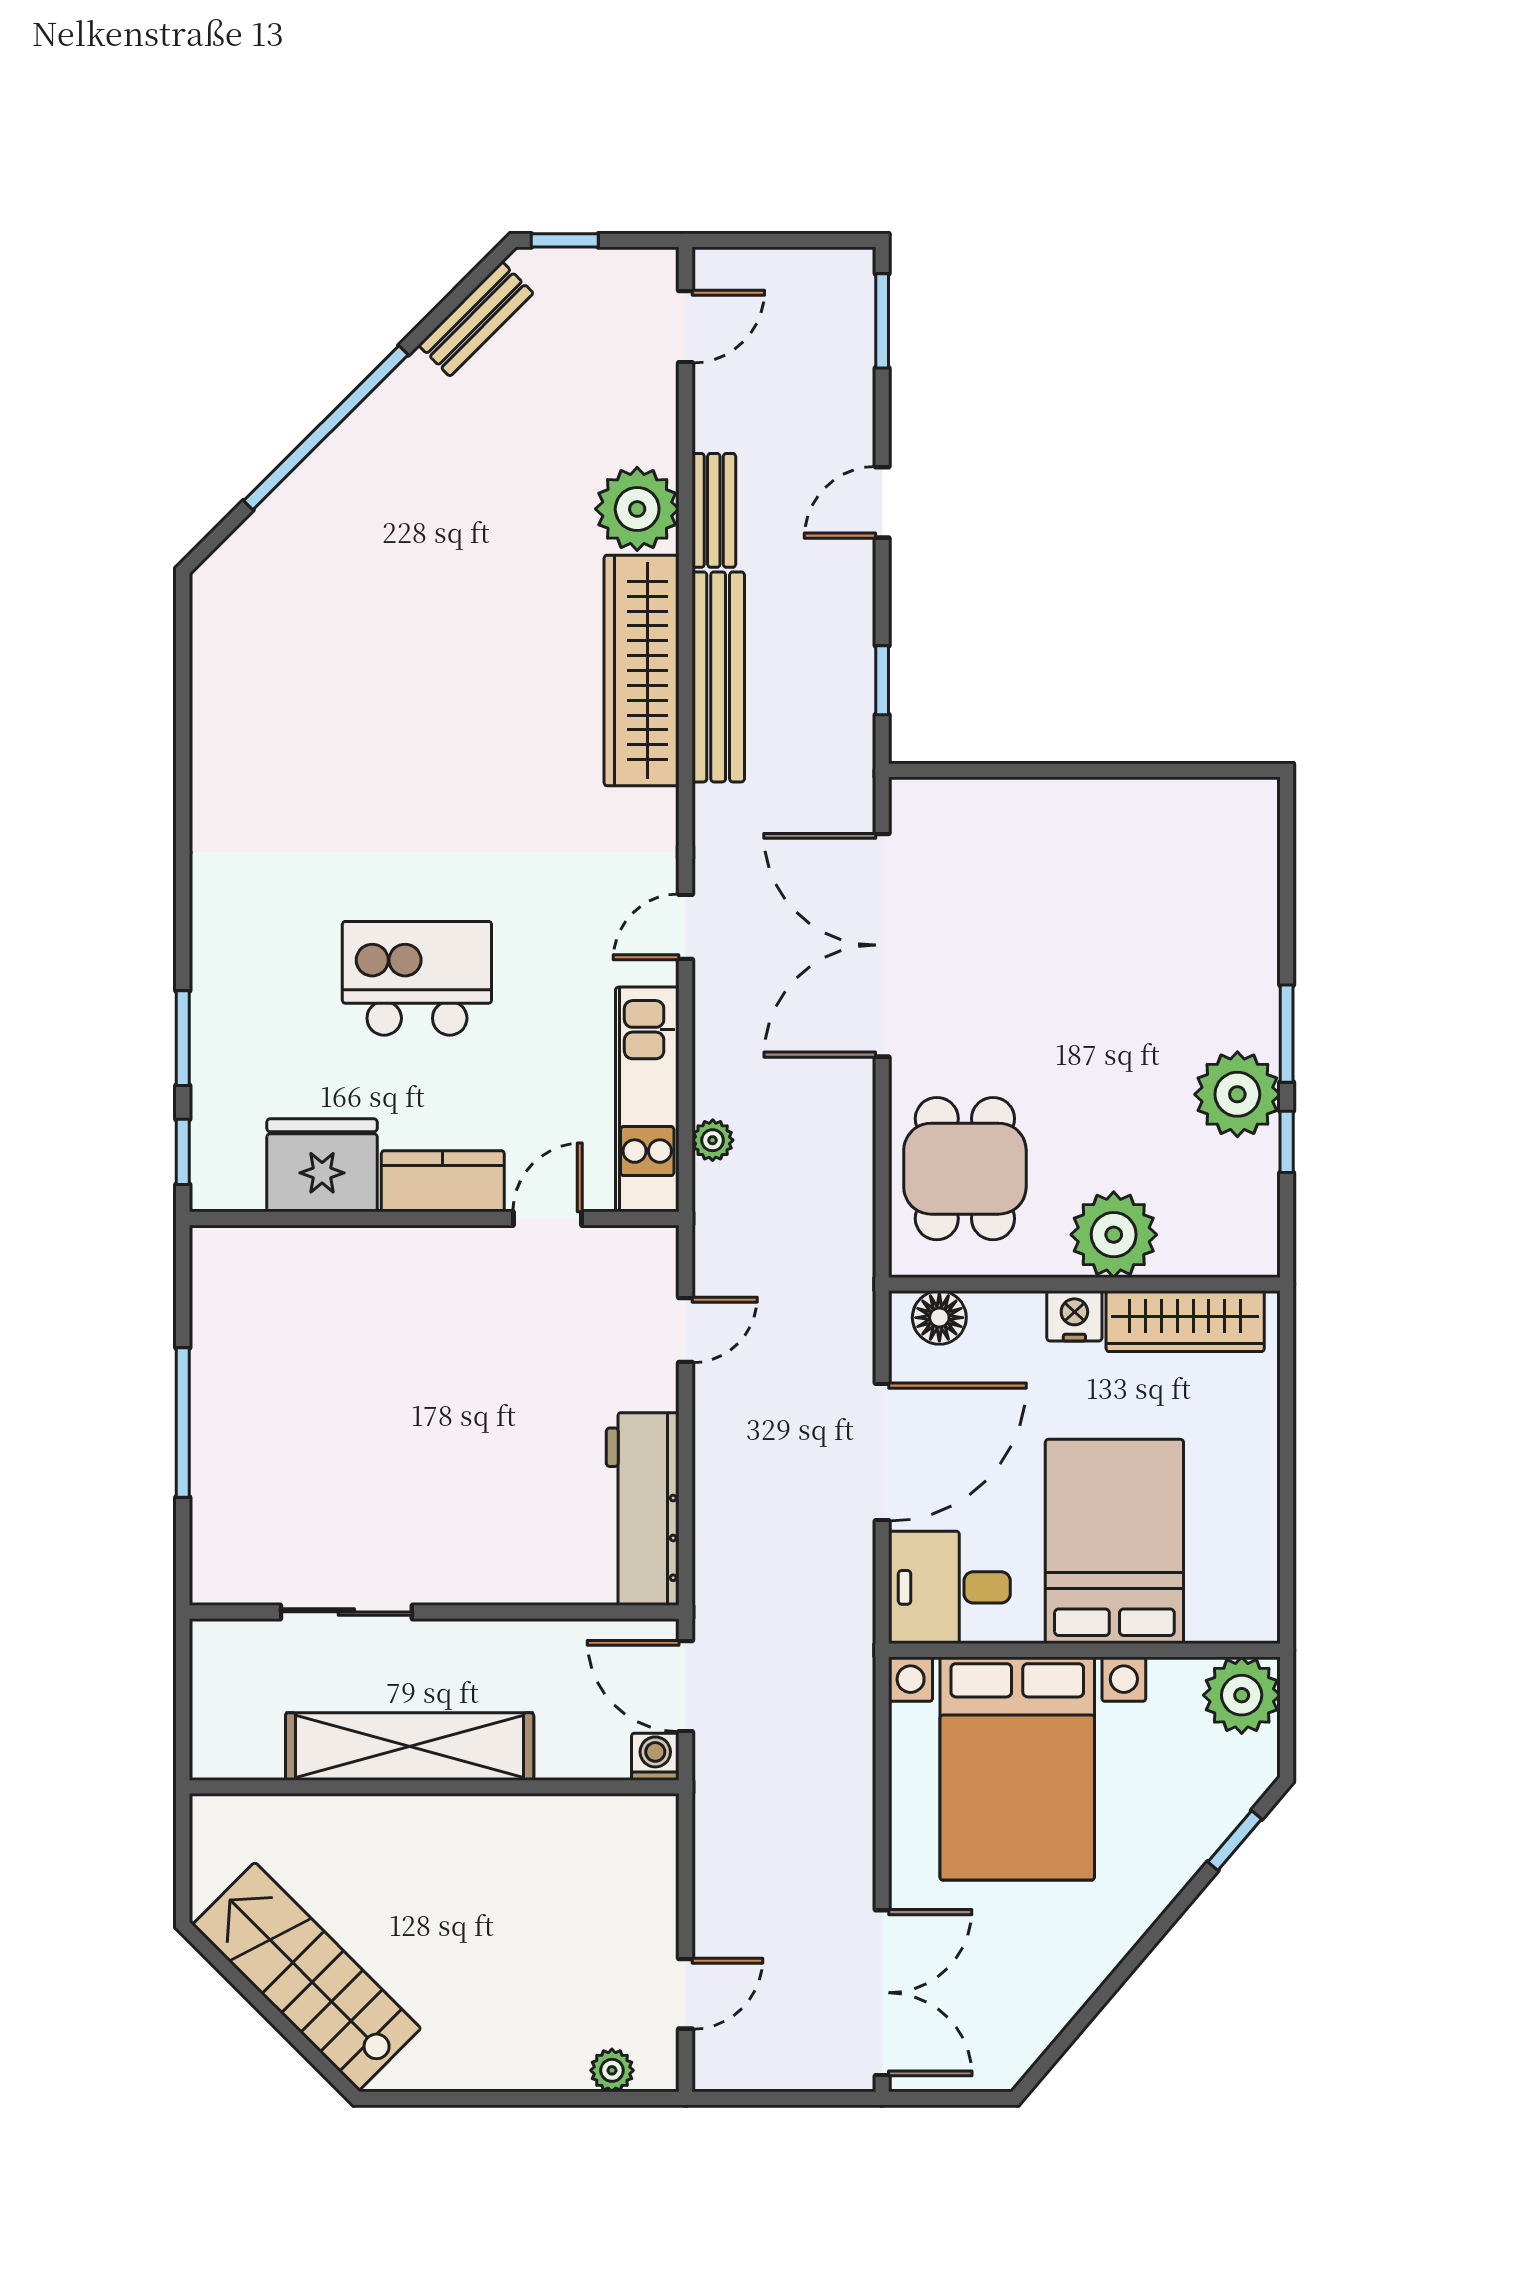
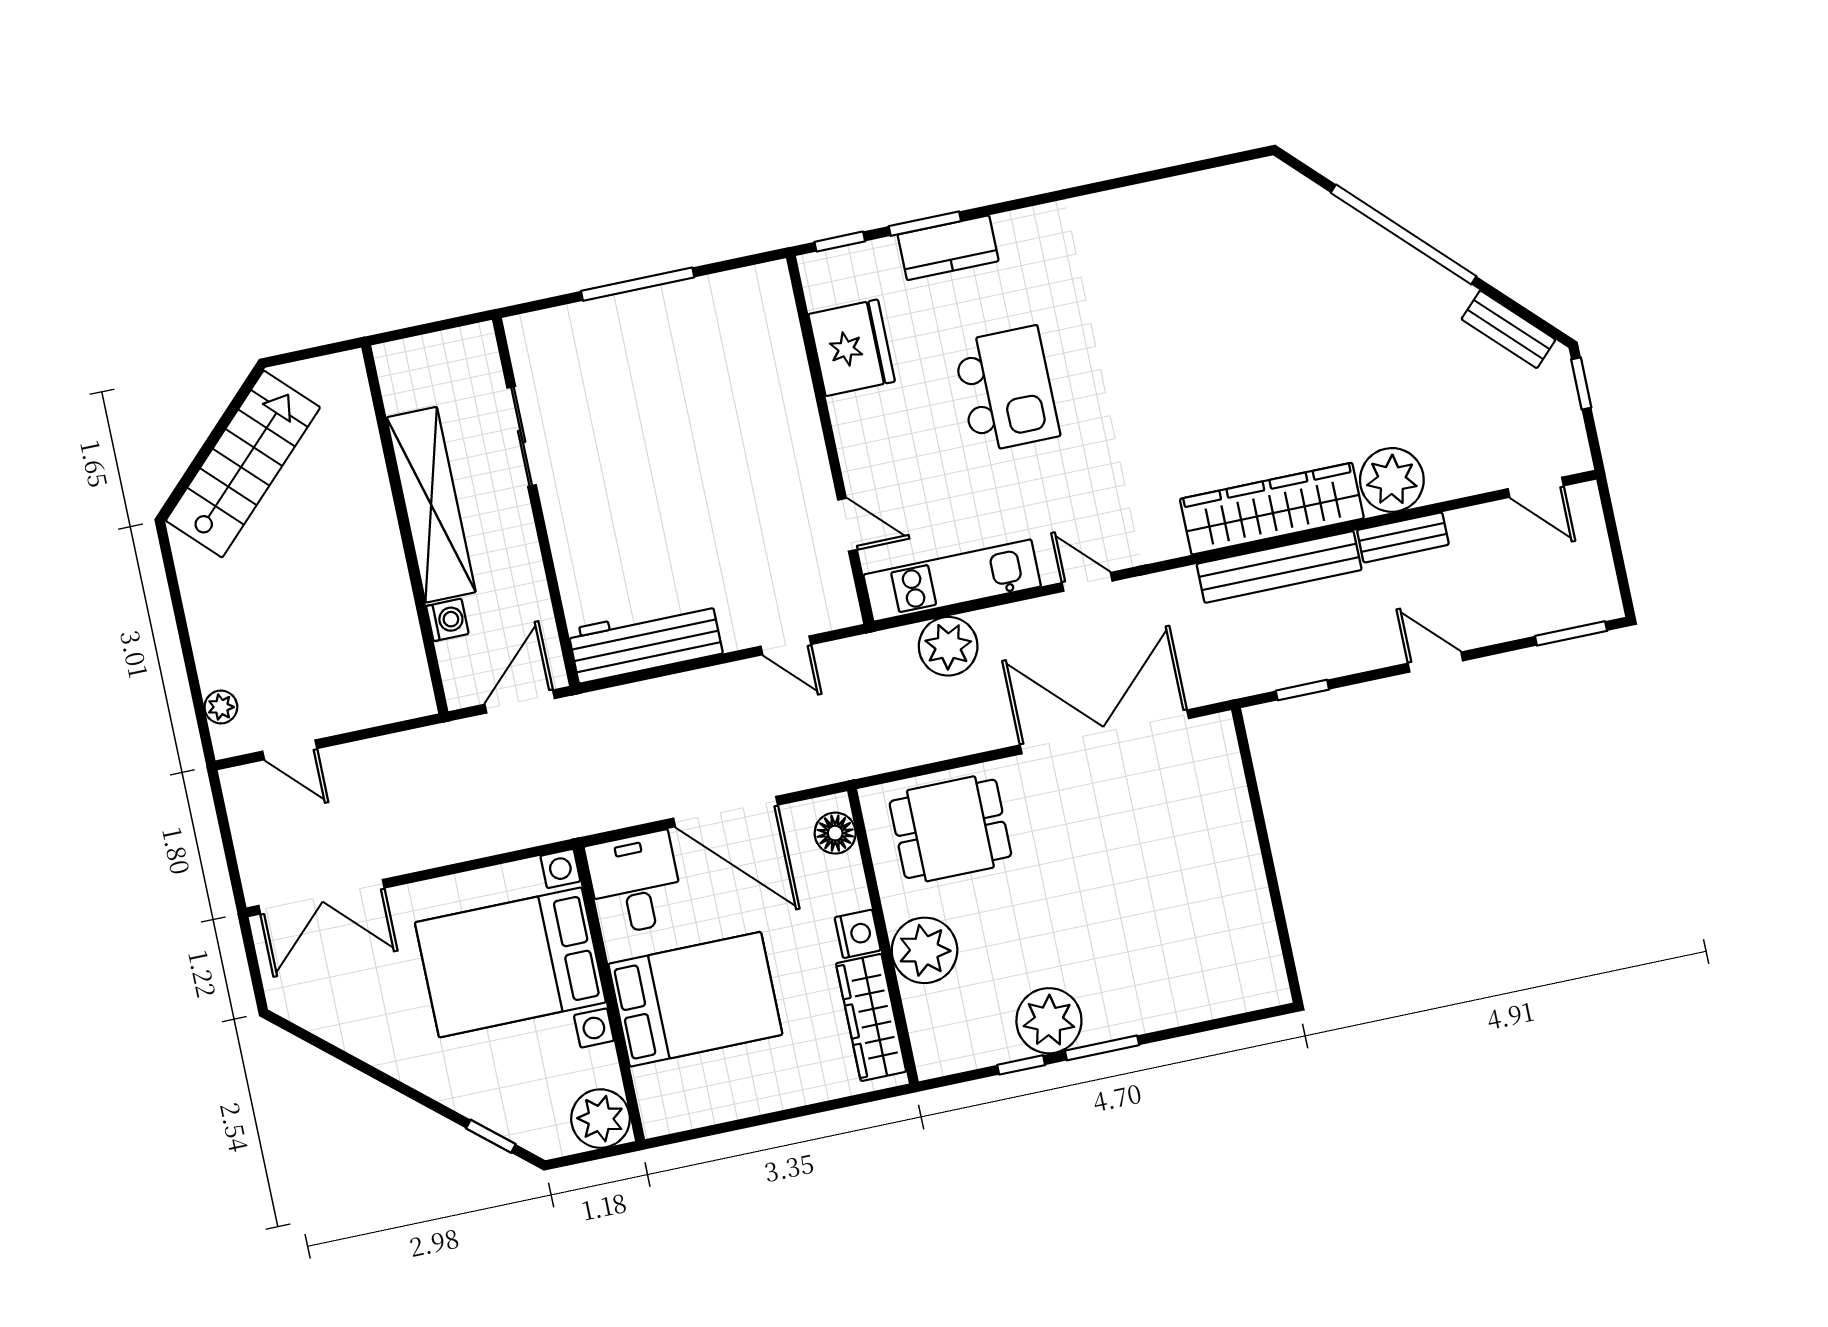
plant: (713, 1140) -> (948, 646), width x1.88, depth x1.88
kitchen counter: (443, 1181) -> (948, 248), moved, turned 90
washing machine: (655, 1757) -> (447, 620), moved

